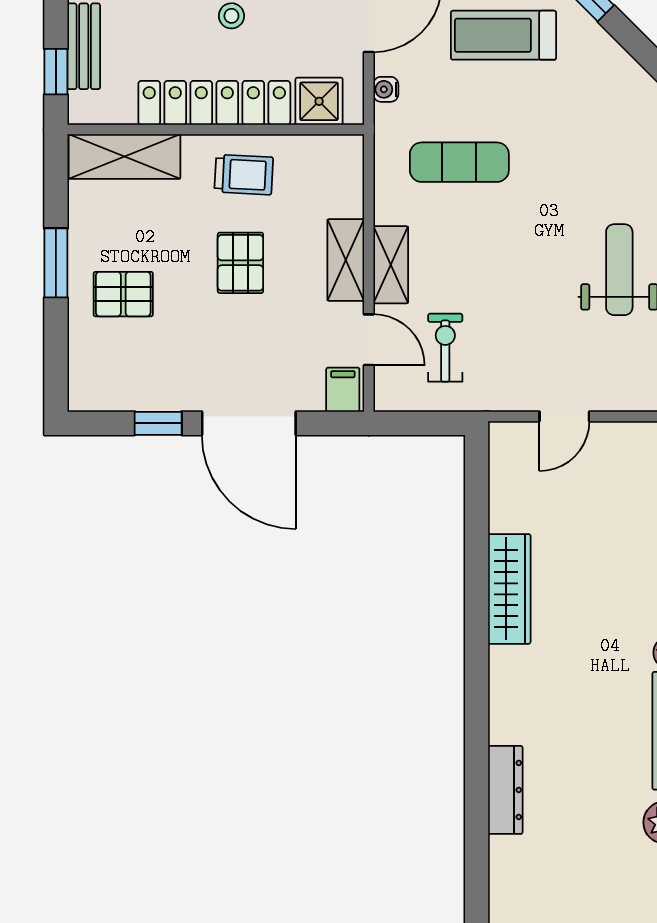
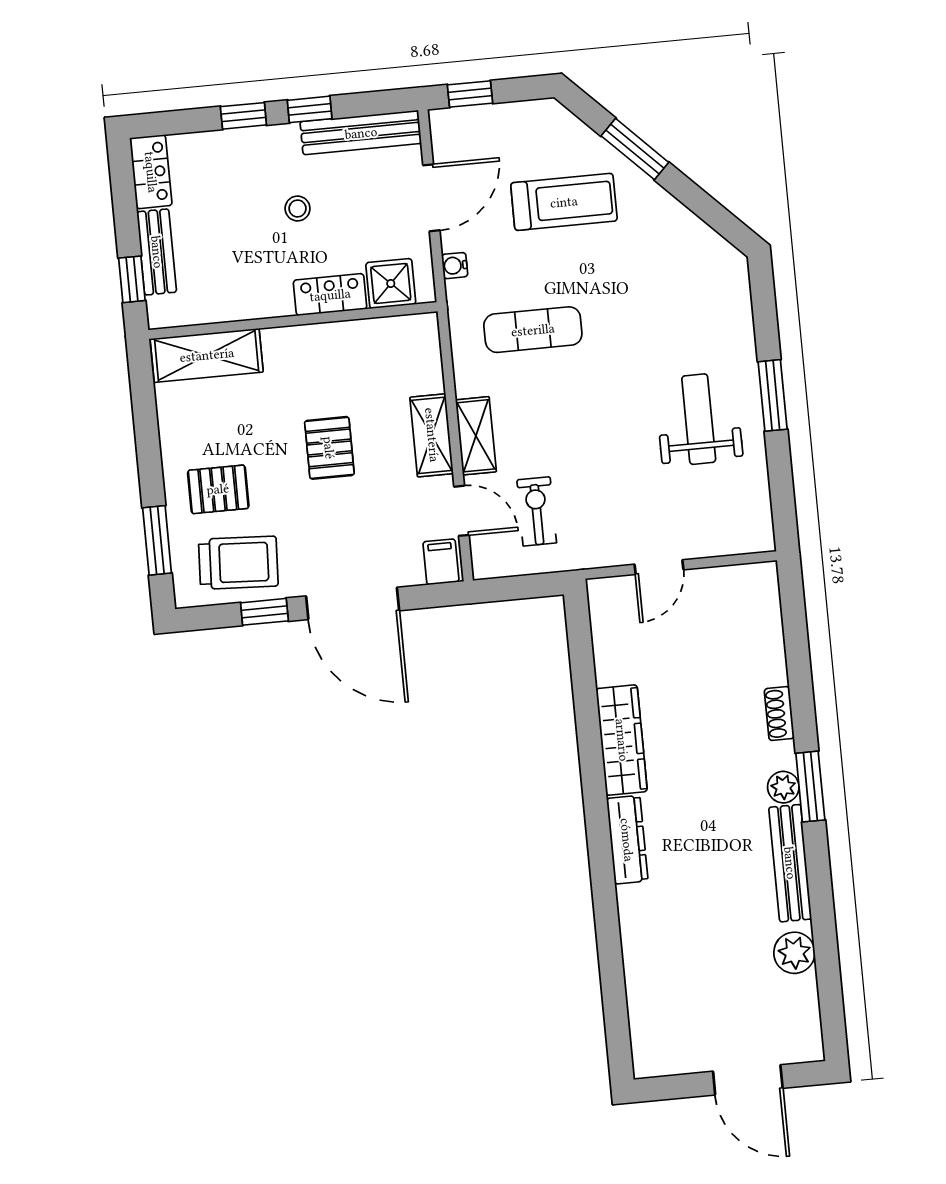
treadmill: (503, 35) -> (564, 202), turned 180
locker: (214, 103) -> (330, 295), width x0.46, depth x0.83
trolley: (244, 175) -> (238, 563), moved, width x1.36, depth x1.39
window: (56, 263) -> (157, 540), moved
dresser: (505, 790) -> (627, 840), moved

